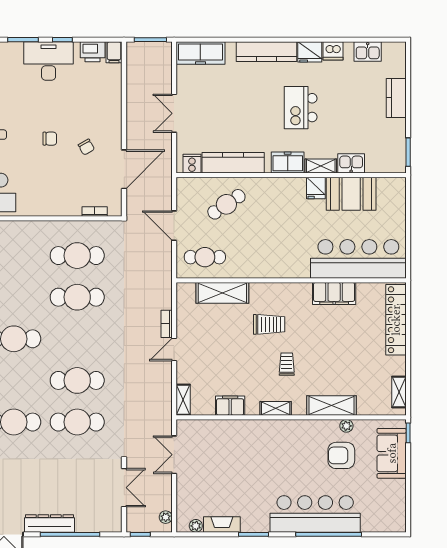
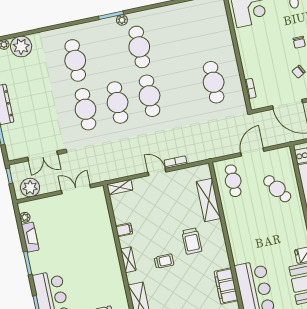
cafe table: (77, 297) -> (150, 96), moved
filing cabinet: (230, 406) -> (124, 230), width x0.50
plant: (166, 517) -> (30, 188), width x1.88, depth x1.88

